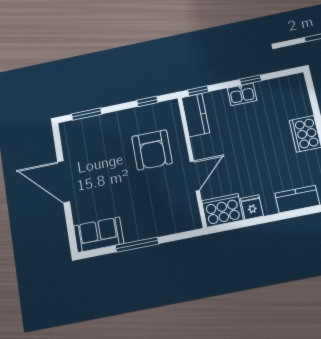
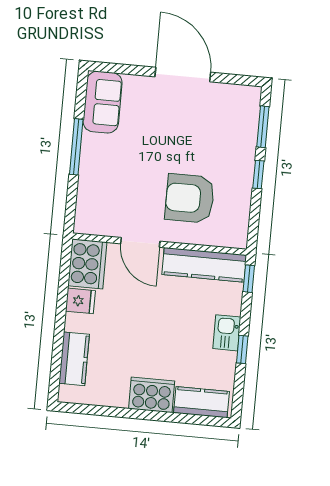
kitchen counter: (299, 97) -> (201, 402), added
window: (147, 101) -> (258, 175), moved
kitchen counter: (195, 115) -> (204, 265), width x1.50
door: (64, 182) -> (183, 75), hinge flipped

